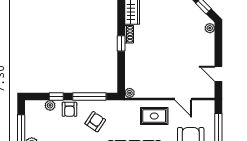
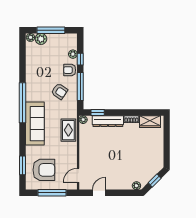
window: (121, 43) -> (98, 113), moved
dresser: (131, 63) -> (108, 121), added
door: (183, 99) -> (78, 175), moved
rug: (154, 116) -> (68, 130), moved

